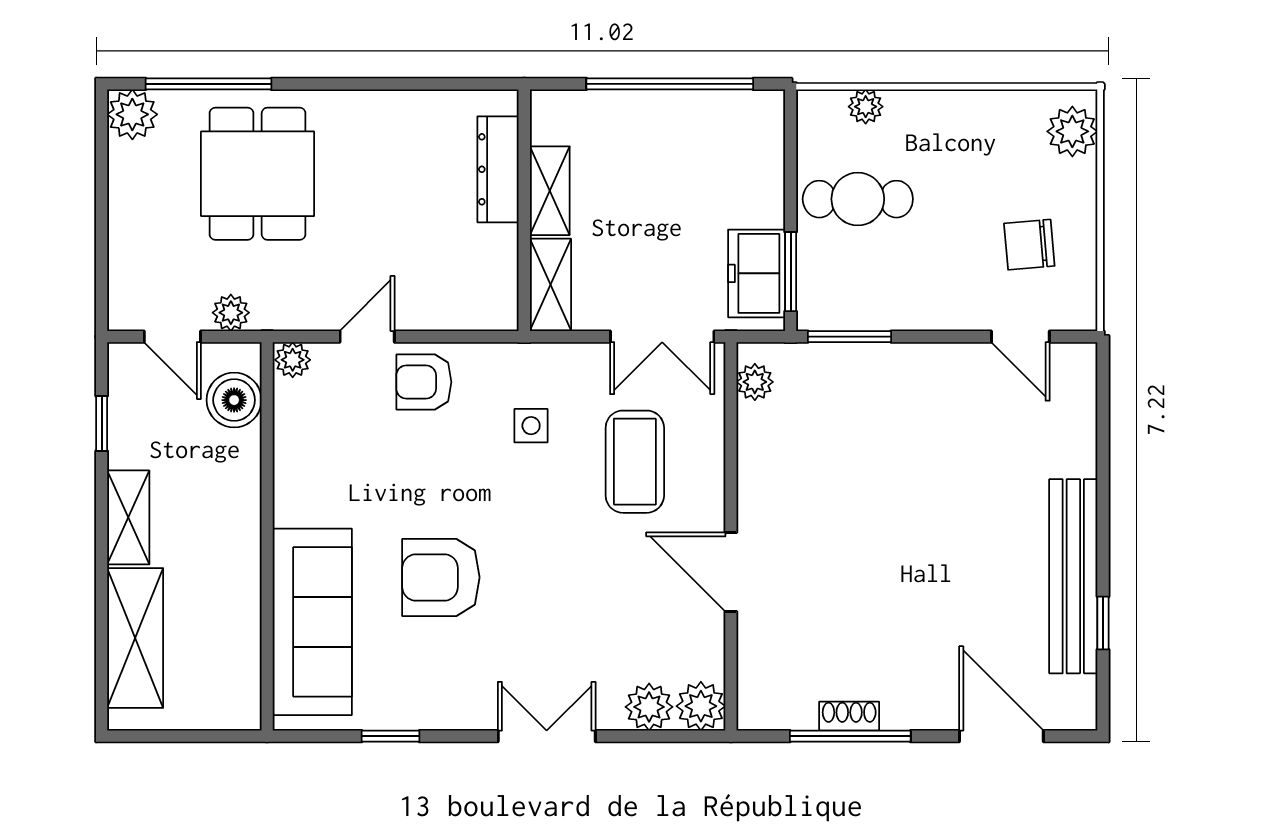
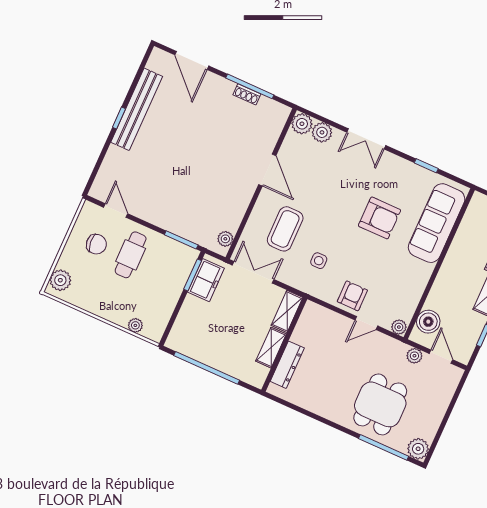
cafe table: (858, 199) -> (131, 255), moved, turned 90
armchair: (424, 382) -> (352, 296), turned -90
window: (1103, 623) -> (119, 118), moved

